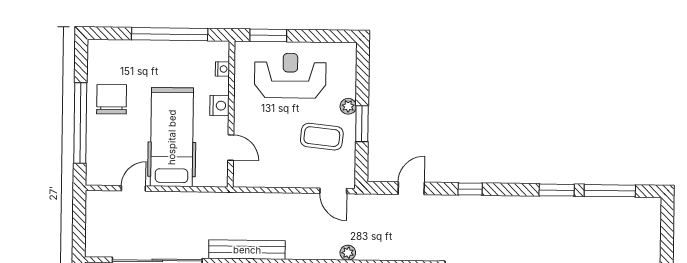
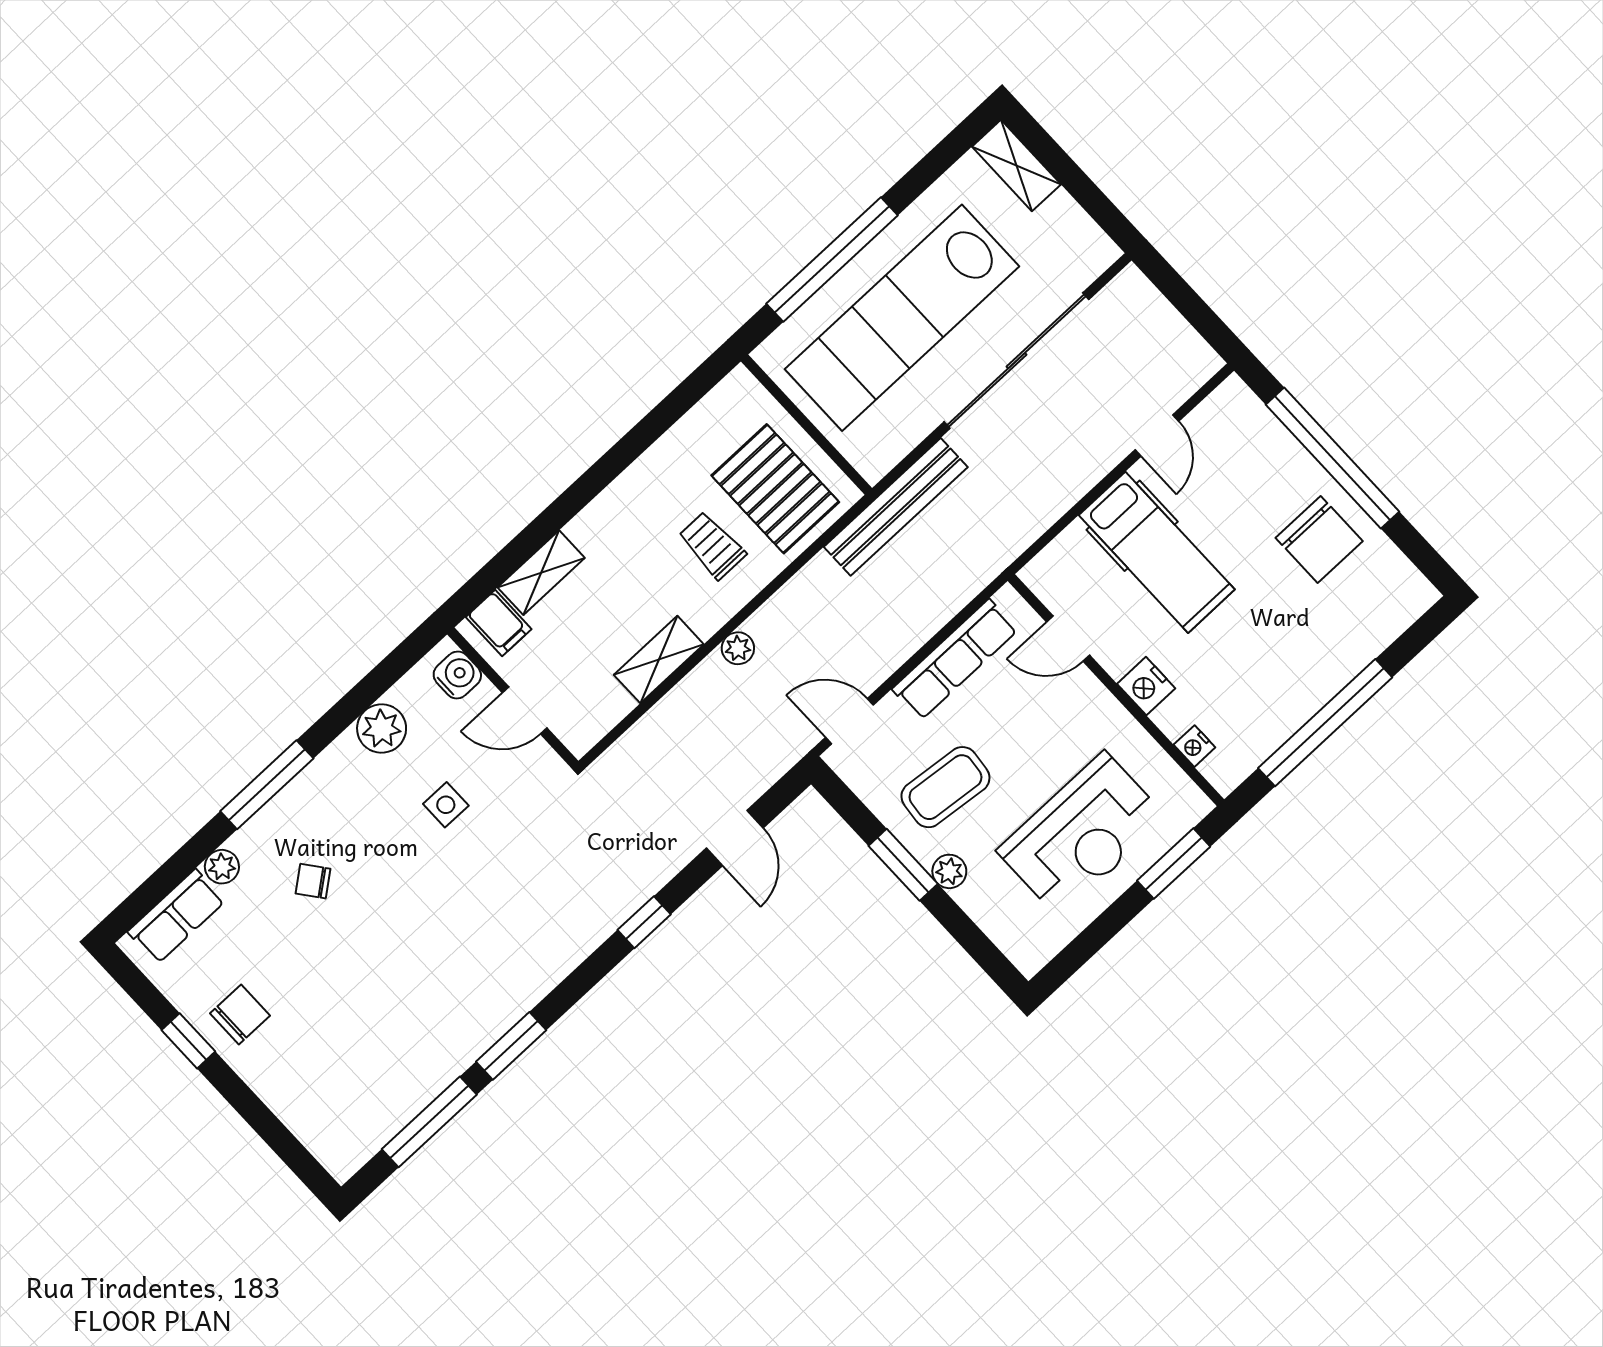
hospital bed: (172, 137) -> (1157, 552), width x0.73, depth x0.78
row of seats: (277, 178) -> (955, 659), added

